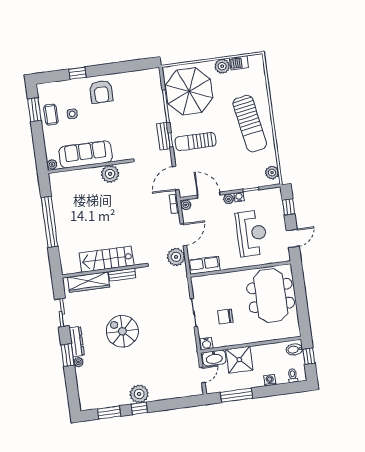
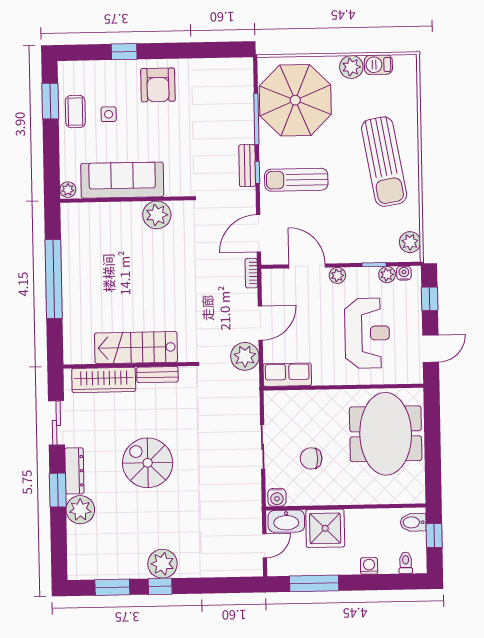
water cooler: (239, 197) -> (404, 273), moved
plant: (186, 205) -> (387, 275), moved
plant: (78, 362) -> (80, 510), width x1.88, depth x1.88

